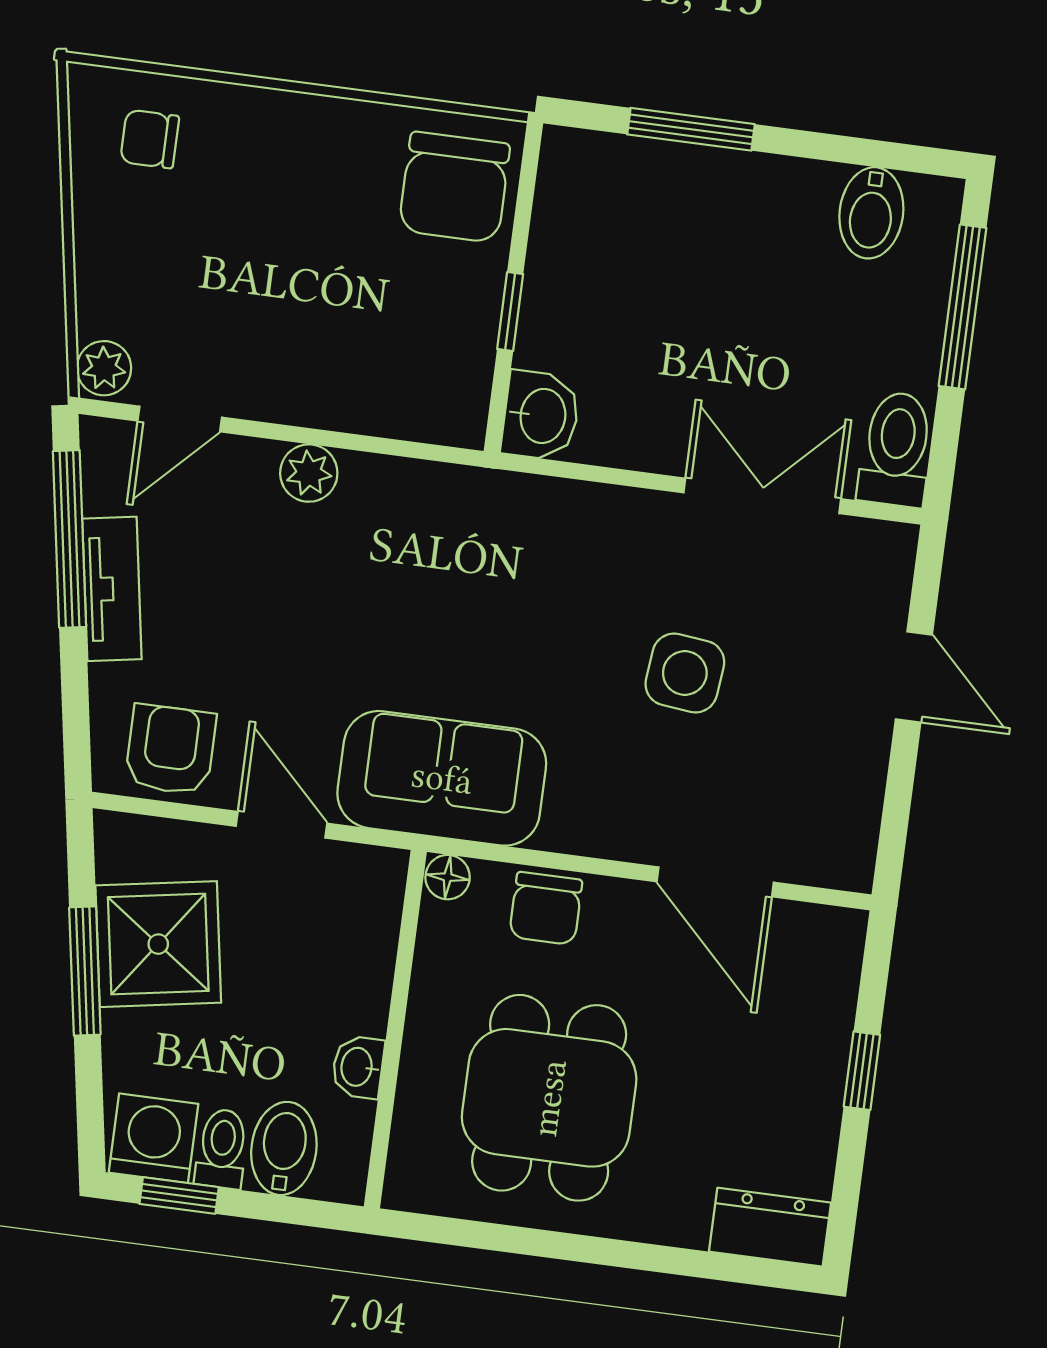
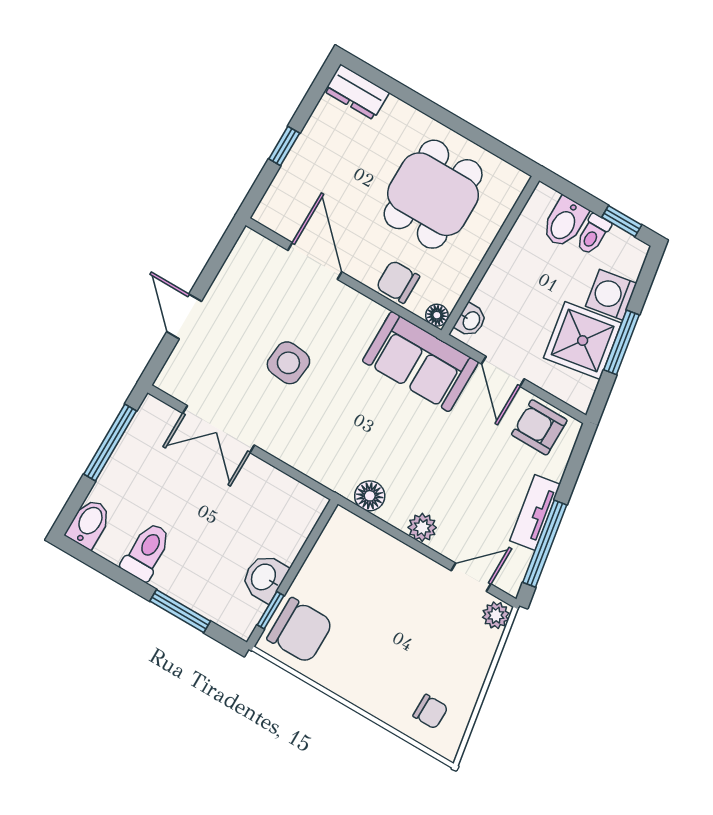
chair: (454, 187) -> (300, 630), turned 90
bidet: (871, 213) -> (89, 523), moved
window: (963, 307) -> (110, 443), moved
window: (510, 311) -> (271, 610), moved
washbasin: (541, 416) -> (264, 577), moved
toilet: (896, 449) -> (147, 552), moved, turned 180
floor lamp: (431, 491) -> (370, 496), added
armchair: (171, 750) -> (539, 427), turned 90
chair: (546, 908) -> (398, 282), turned -90
washbasin: (358, 1067) -> (471, 320), moved
washing machine: (153, 1138) -> (611, 295), moved, turned 80

